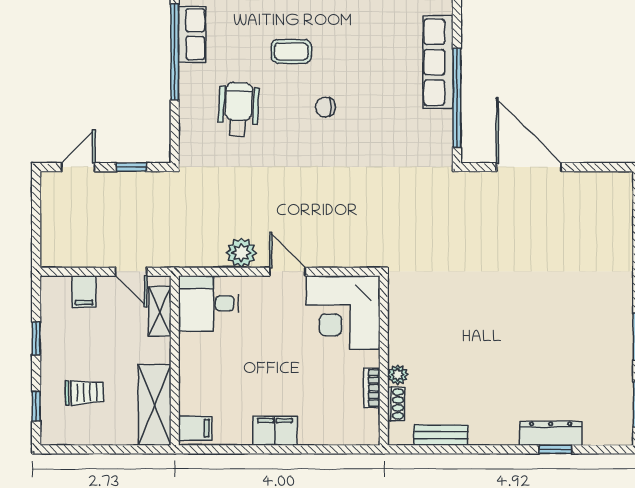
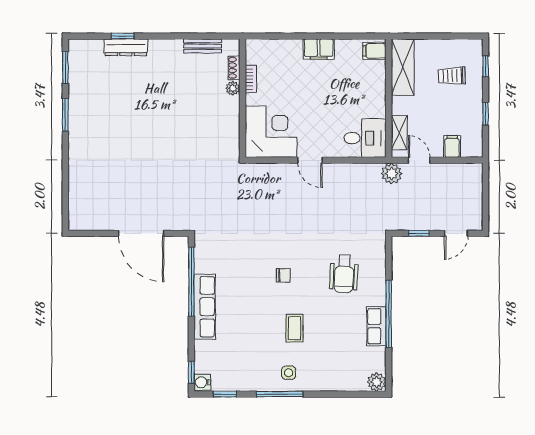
coffee table: (291, 51) -> (295, 328), moved, turned 90
plant: (241, 253) -> (392, 173), moved

